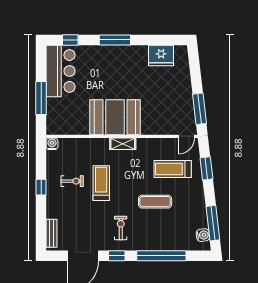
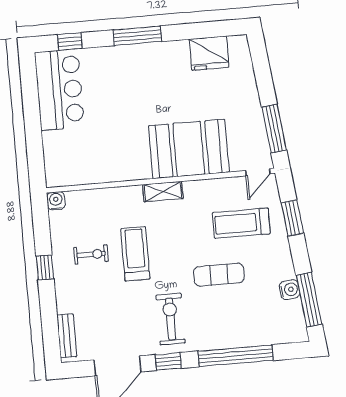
window: (41, 98) -> (33, 133), removed
booth: (115, 117) -> (189, 149), moved
exercise bike: (121, 228) -> (171, 319), width x1.38, depth x1.39
water cooler: (203, 235) -> (290, 290), moved

